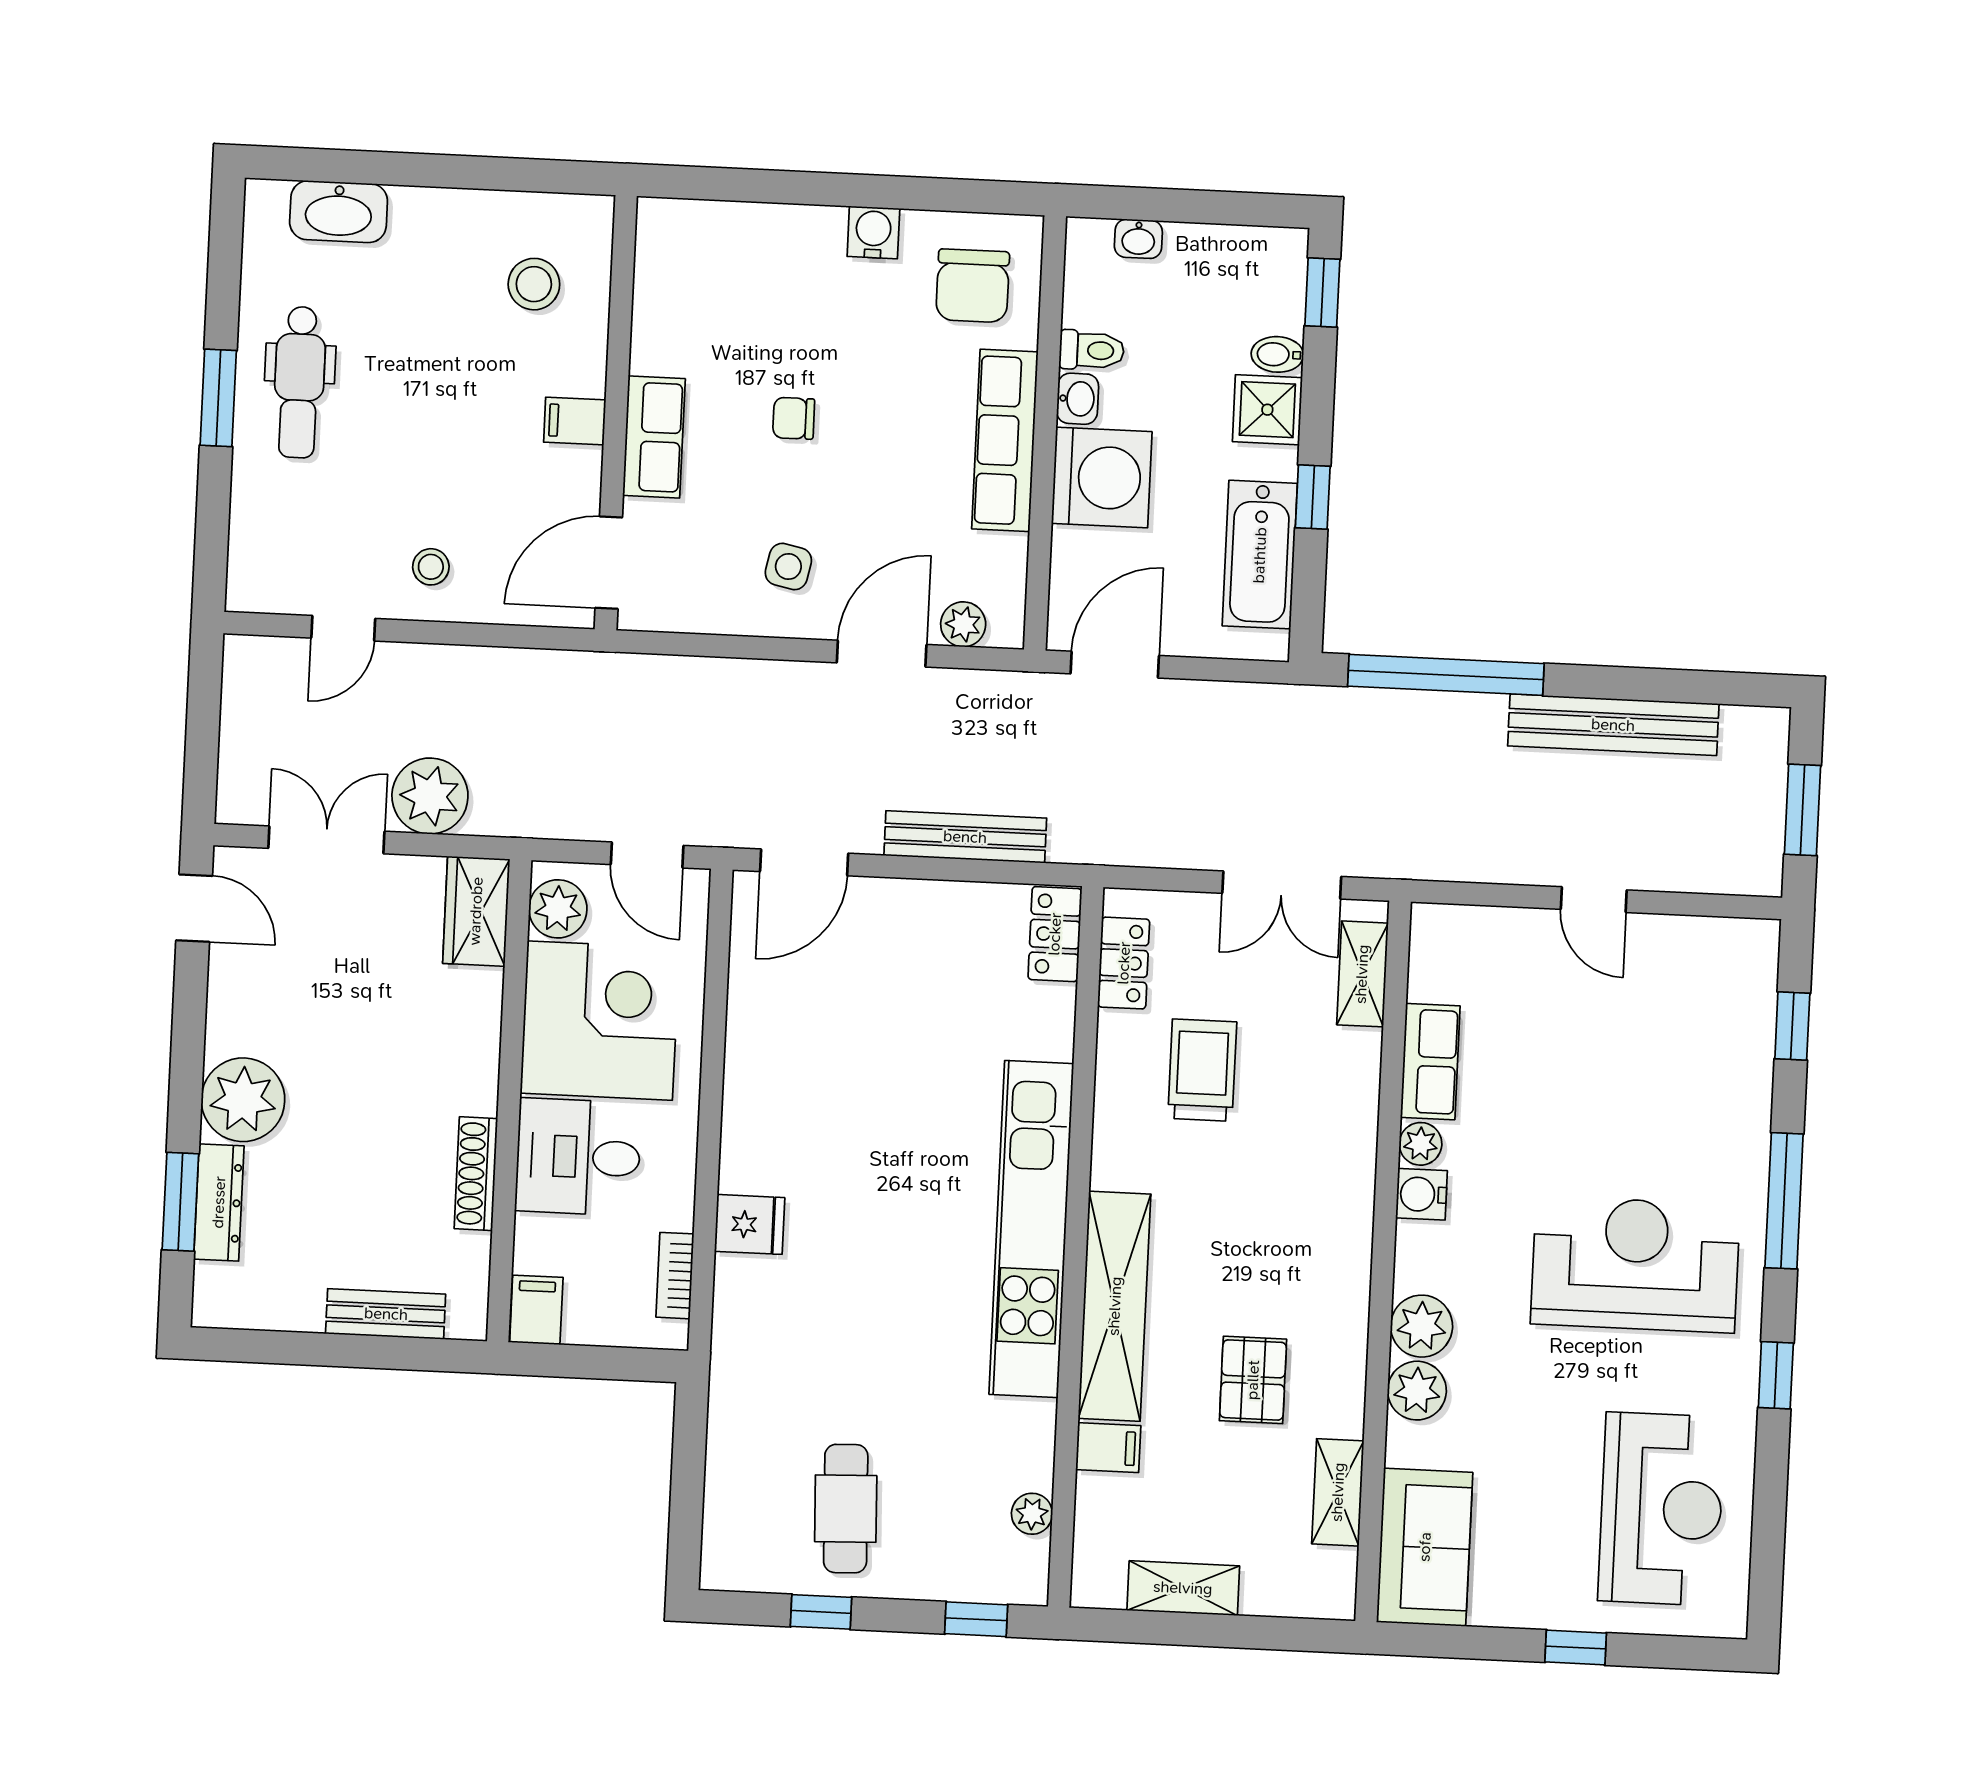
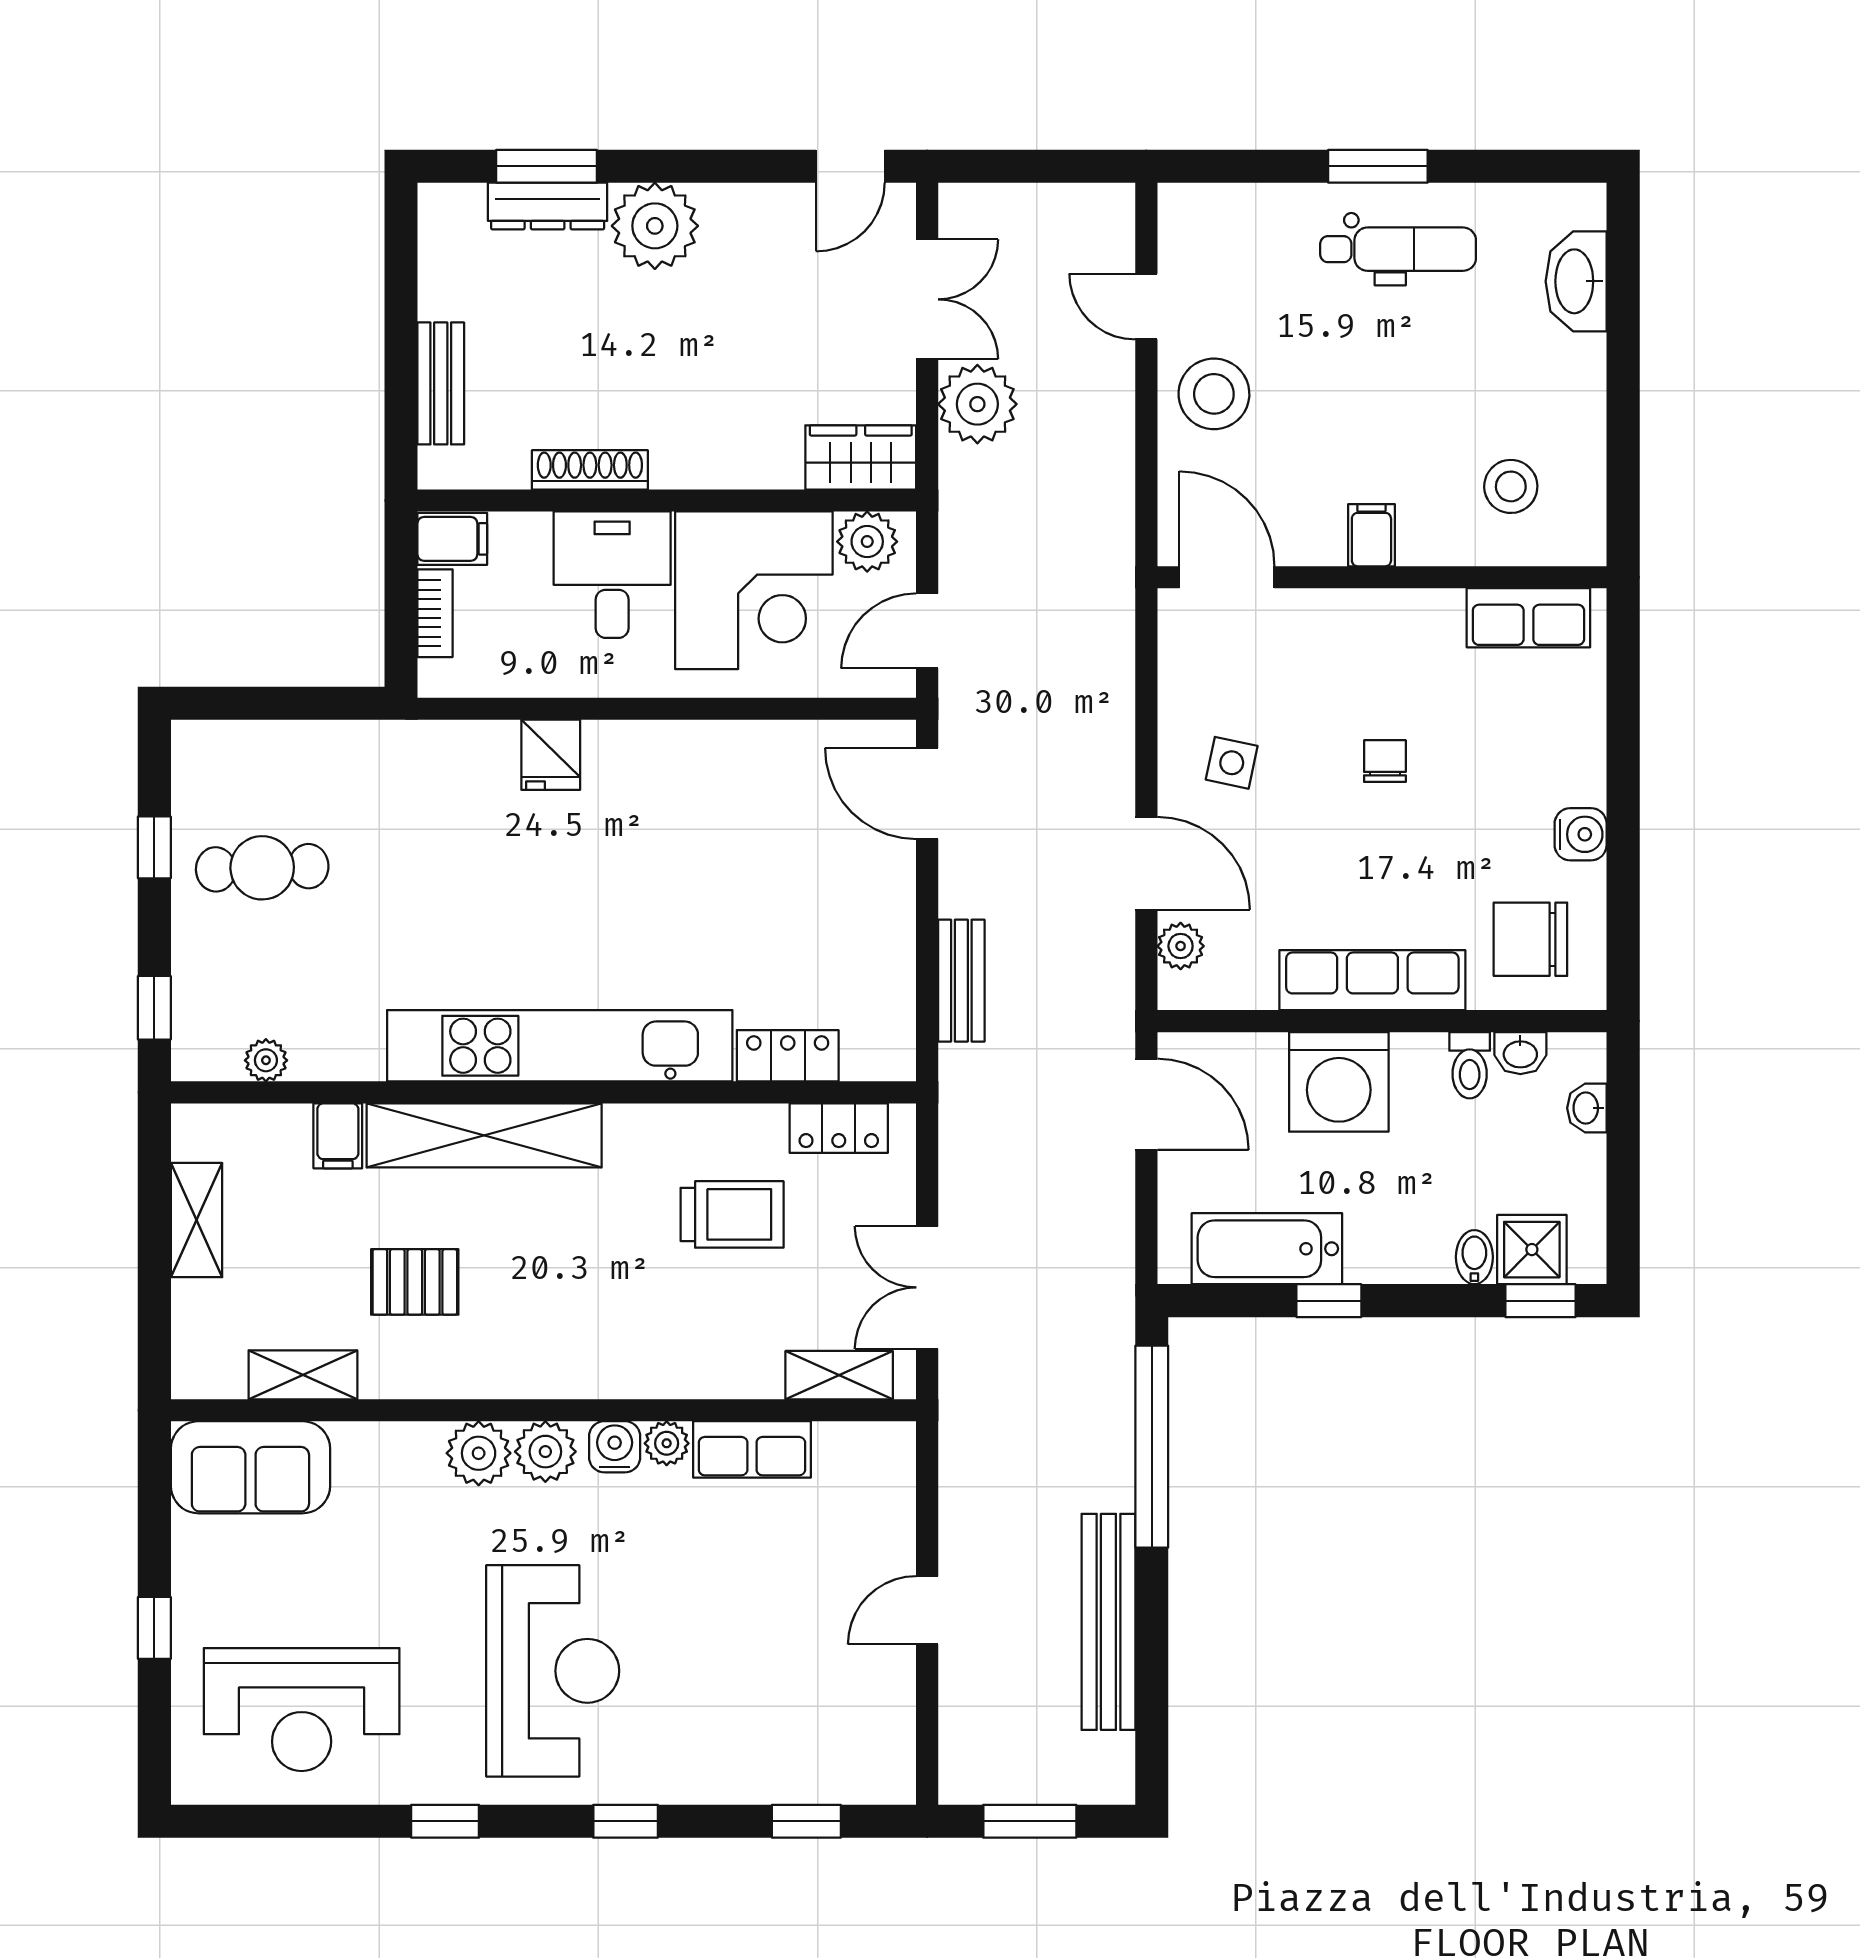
dental chair: (299, 382) -> (1398, 249), turned 180
washbasin: (1078, 399) -> (1520, 1053), moved
shower: (1267, 410) -> (1532, 1250), moved
row of seats: (654, 437) -> (1528, 618), moved
stool: (431, 567) -> (1214, 394), width x1.89, depth x1.89
bench: (965, 837) -> (961, 981), width x0.73
locker: (1055, 934) -> (788, 1056), moved
window: (1784, 1201) -> (626, 1821), width x0.46
bookcase: (675, 1276) -> (435, 613), moved, turned 90
plant: (1417, 1391) -> (545, 1452), moved

